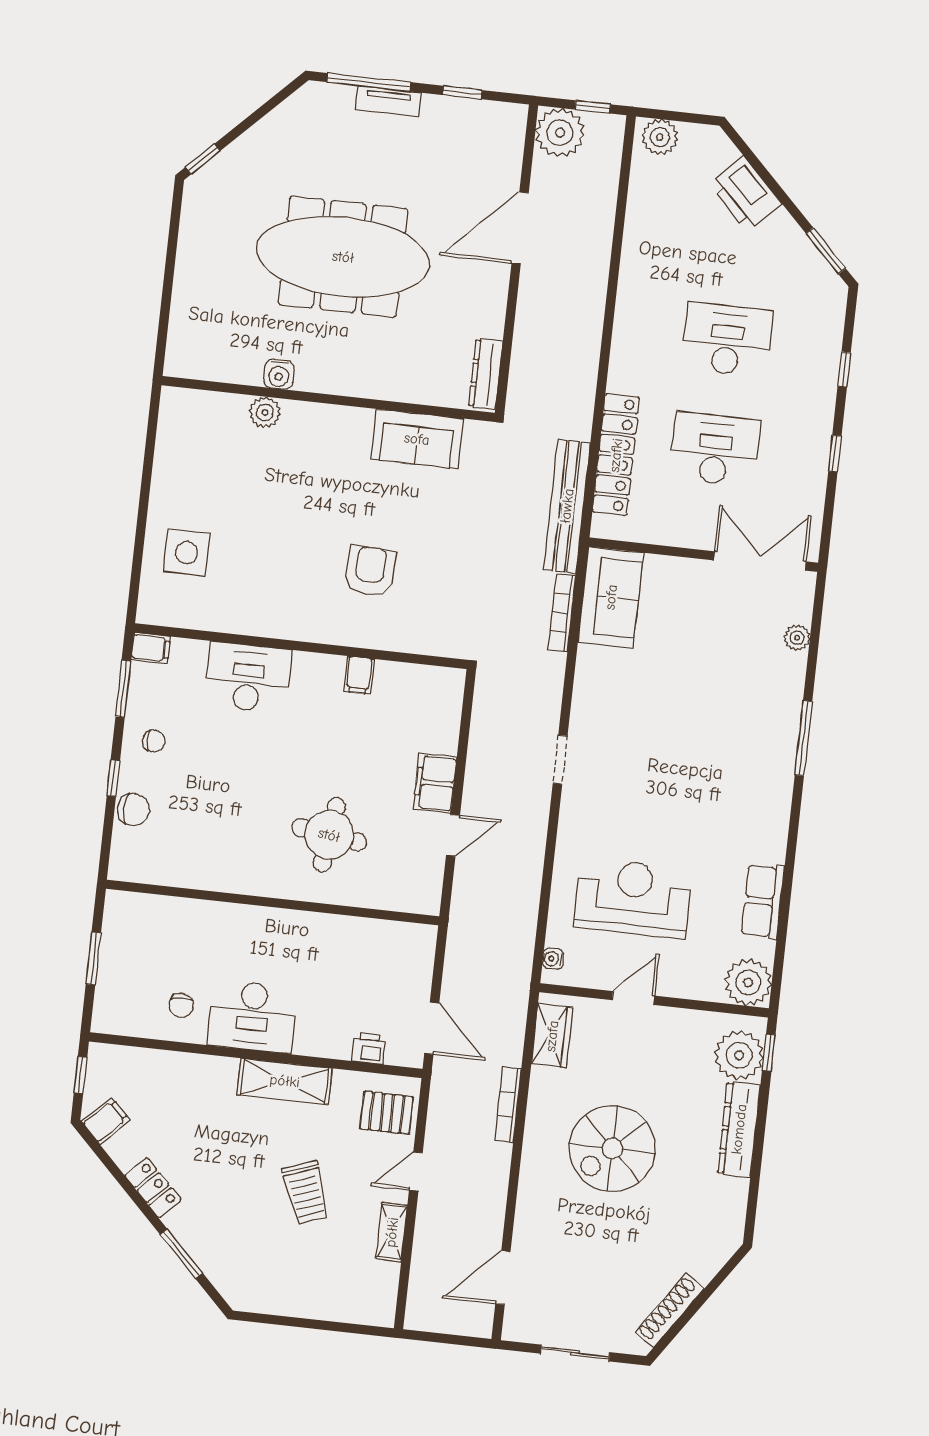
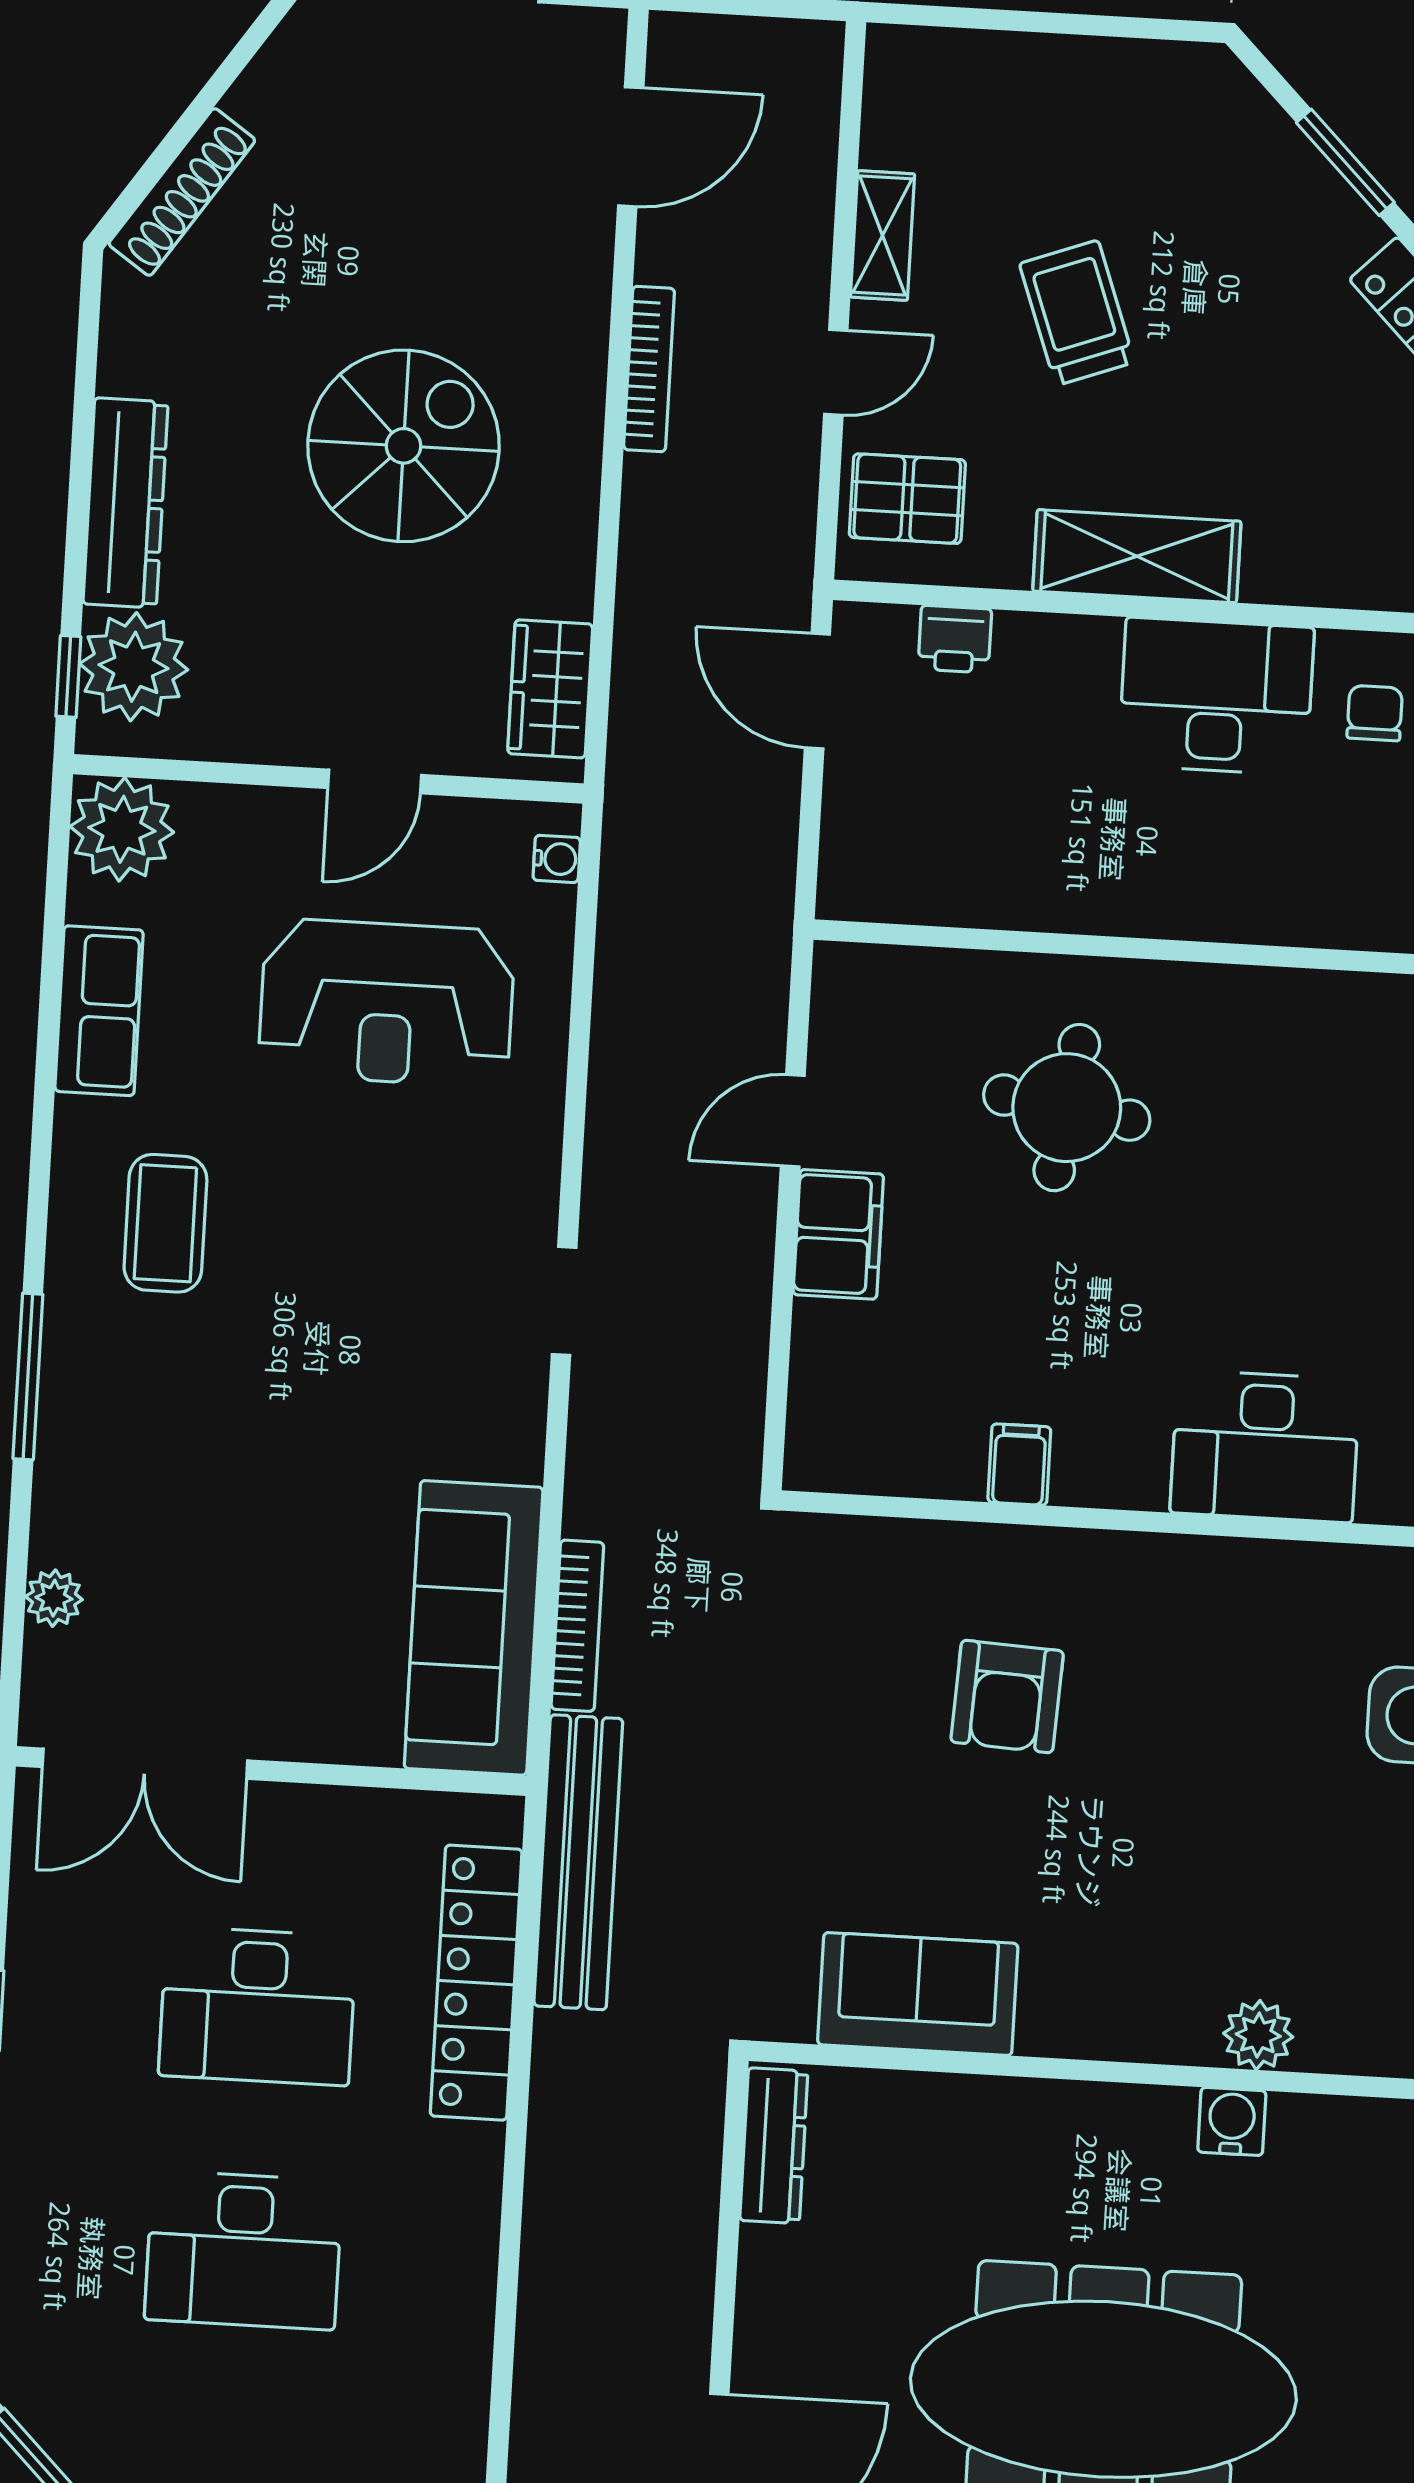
sofa: (611, 597) -> (474, 1628), width x1.36
coffee table: (738, 804) -> (165, 1223), added
bookcase: (508, 1105) -> (649, 369), moved
shoe rack: (670, 1310) -> (182, 192), moved

